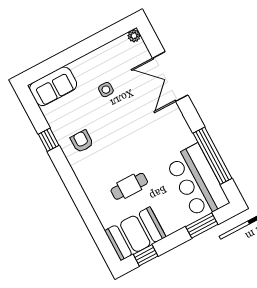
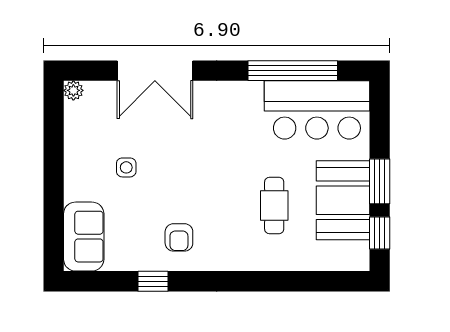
armchair: (82, 141) -> (179, 237), turned -90
window: (202, 225) -> (380, 181), moved
booth: (135, 234) -> (343, 200), moved

